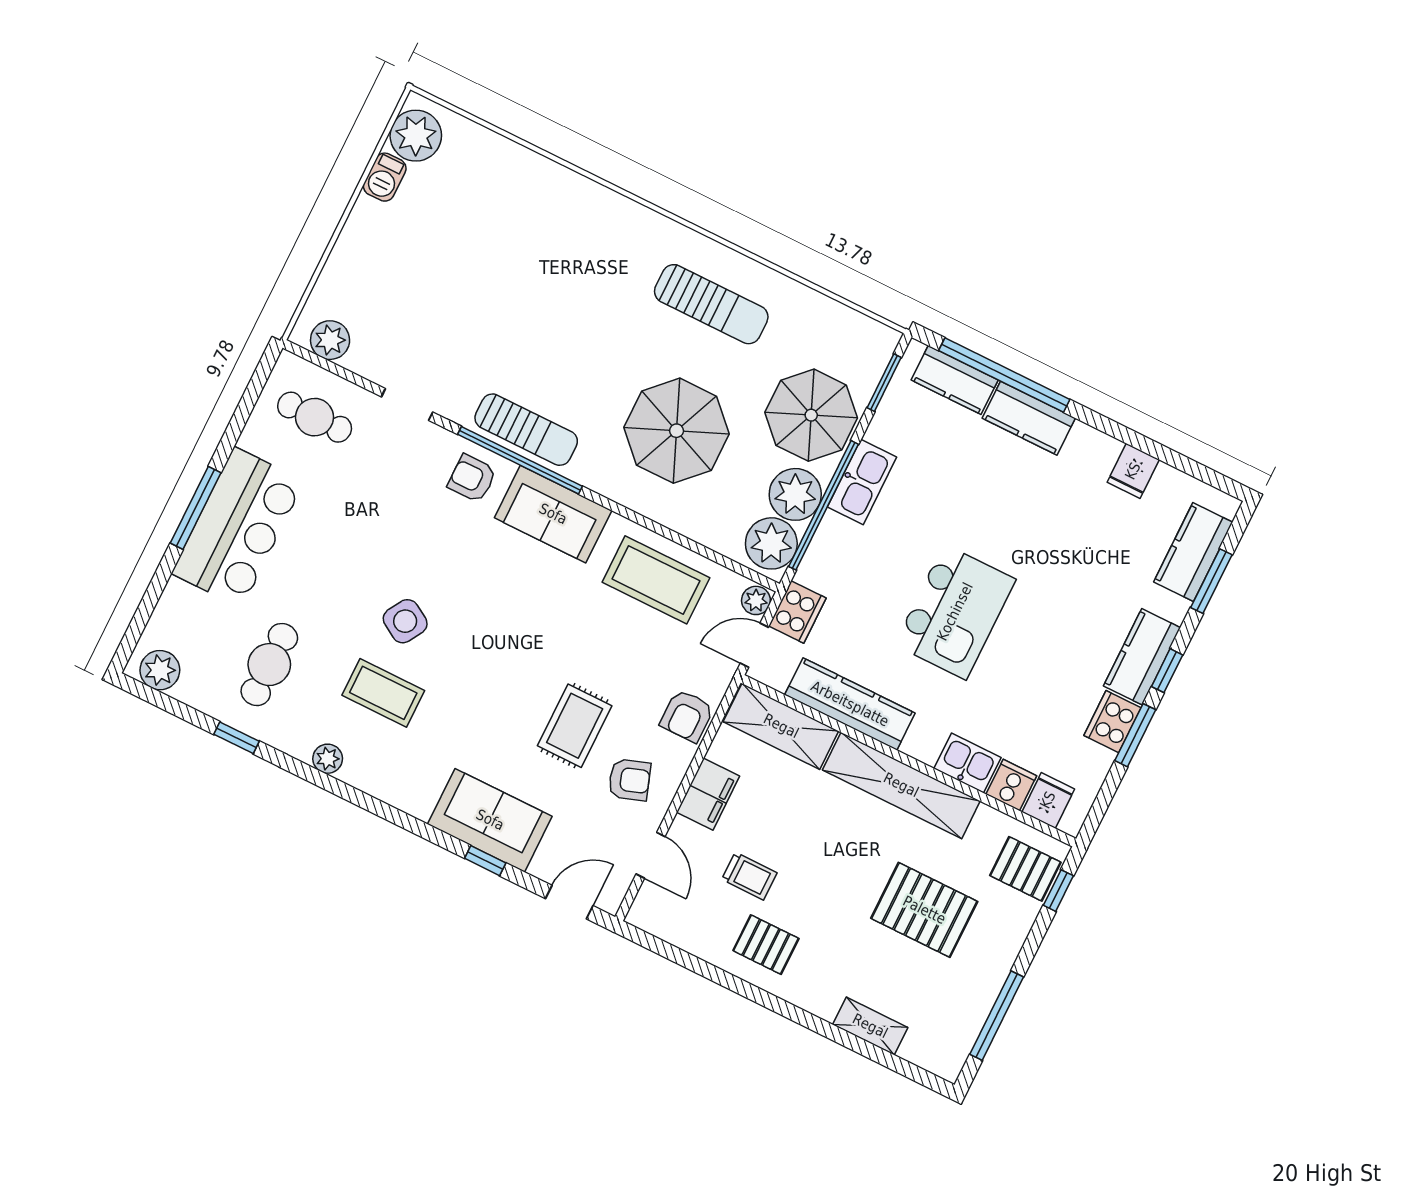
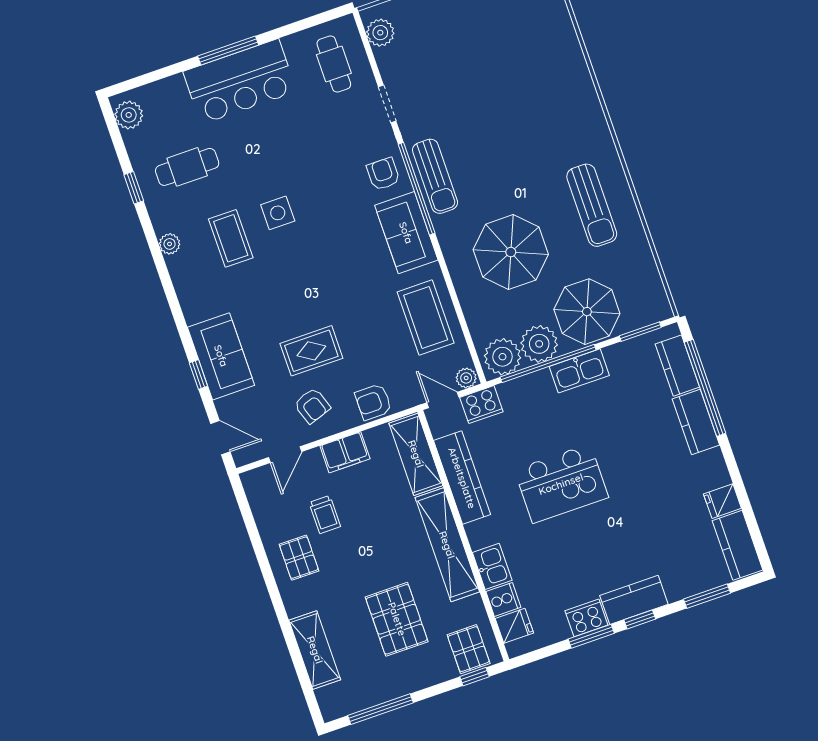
kitchen counter: (1193, 552) -> (738, 545), moved, turned -90
side table: (405, 621) -> (278, 213), turned -31
shelving: (870, 1026) -> (315, 650), width x1.50, depth x1.33

